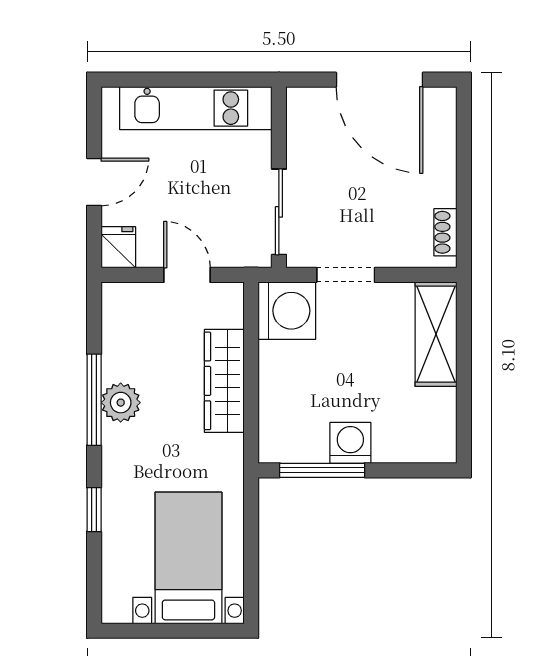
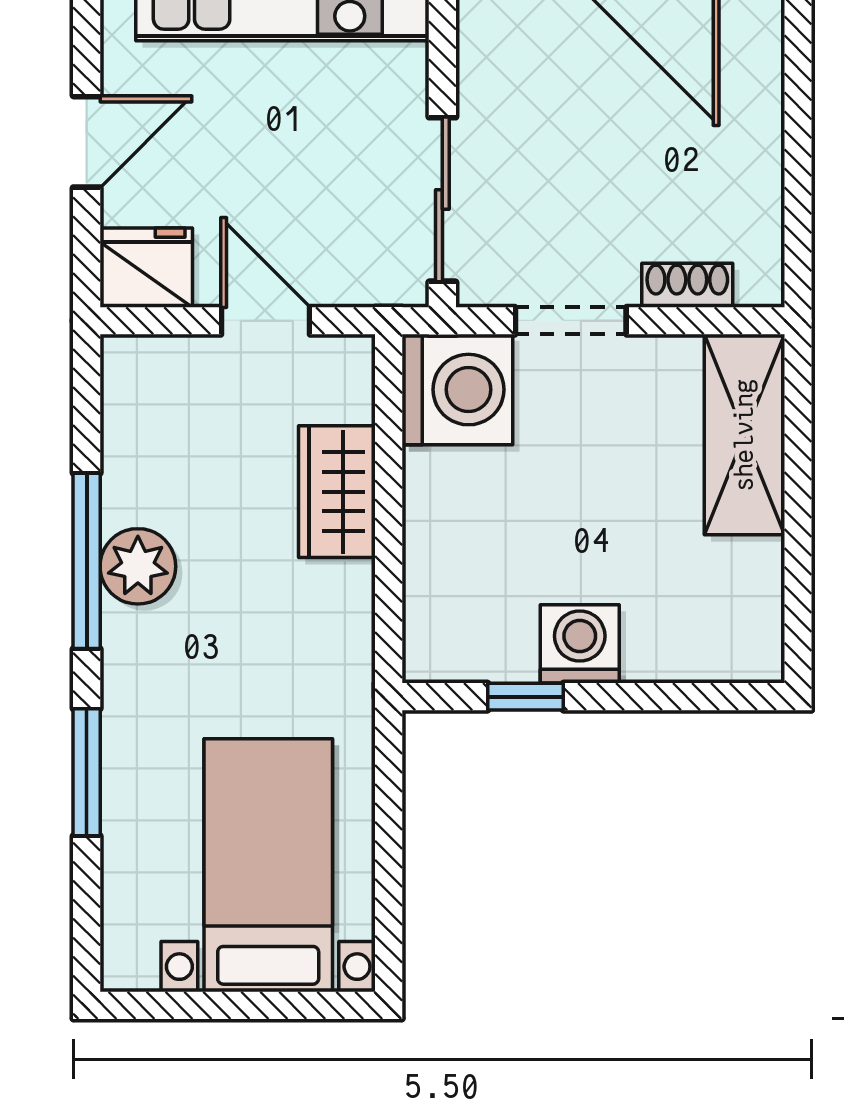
shoe rack: (445, 232) -> (687, 285), moved, turned 90
fridge: (118, 247) -> (146, 268), width x1.38
wardrobe: (224, 381) -> (337, 492), width x0.67
window: (322, 470) -> (526, 697), width x0.46
window: (94, 510) -> (87, 772), width x1.50

